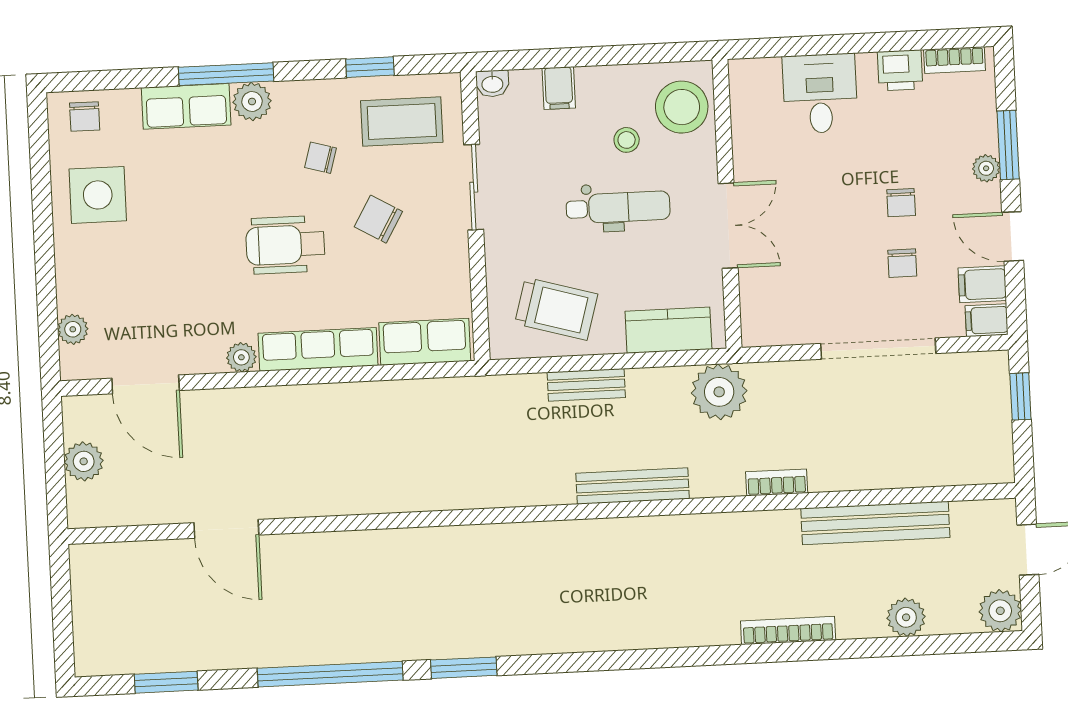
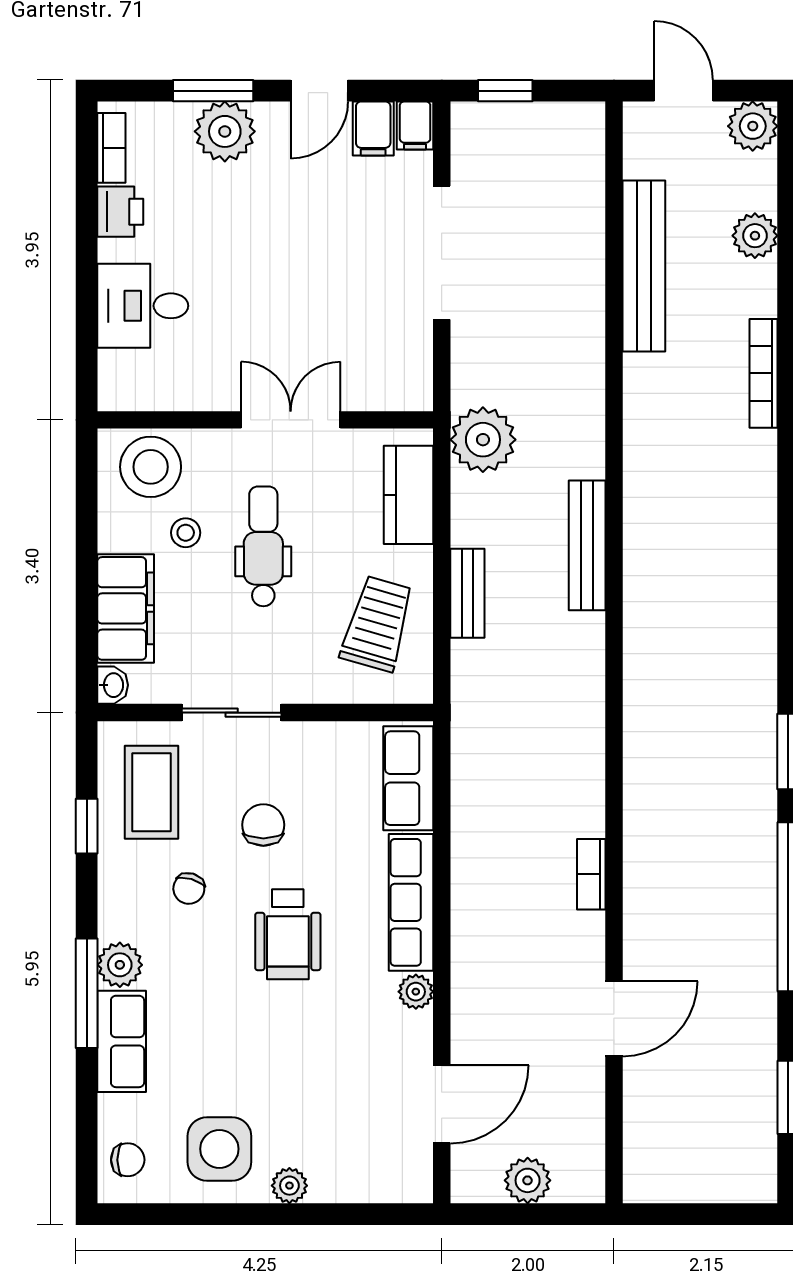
filing cabinet: (559, 88) -> (126, 608), width x3.00, depth x1.17
plant: (986, 168) -> (225, 131), width x1.88, depth x1.88
chair: (901, 203) -> (274, 218), removed
chair: (378, 219) -> (263, 825), turned 150
chair: (902, 263) -> (344, 220), removed
plant: (73, 329) -> (289, 1186), moved
bookcase: (777, 482) -> (591, 874), moved

